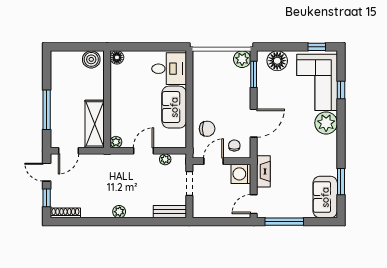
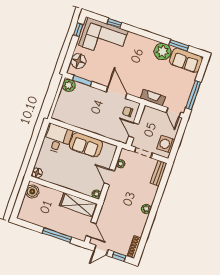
plant: (326, 123) -> (163, 52), moved
chair: (207, 129) -> (109, 127), removed
washing machine: (241, 174) -> (166, 144), moved, turned 90

